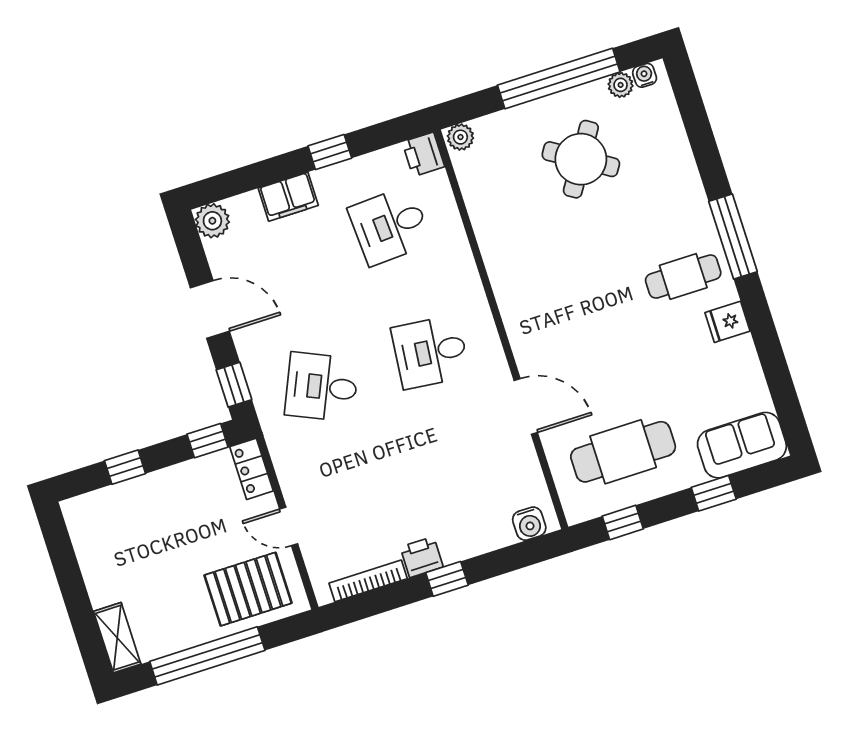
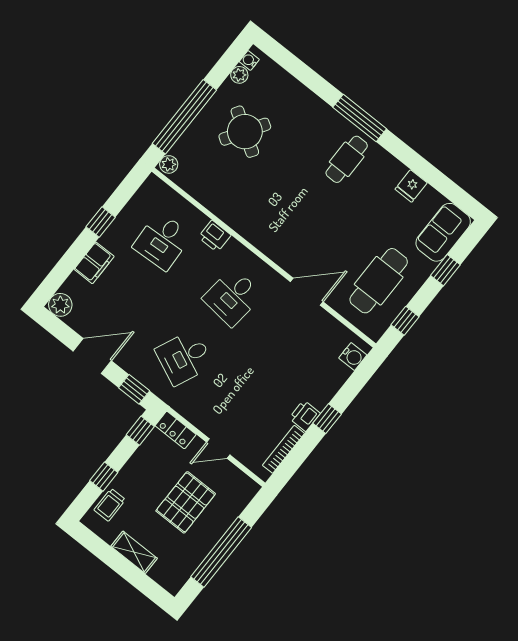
window: (559, 78) -> (184, 117), moved
printer: (423, 154) -> (215, 236), moved
fridge: (728, 322) -> (411, 186), moved
trolley: (109, 507) -> (110, 505), added
pallet: (248, 589) -> (186, 502), moved
shelving: (117, 638) -> (134, 552), moved

